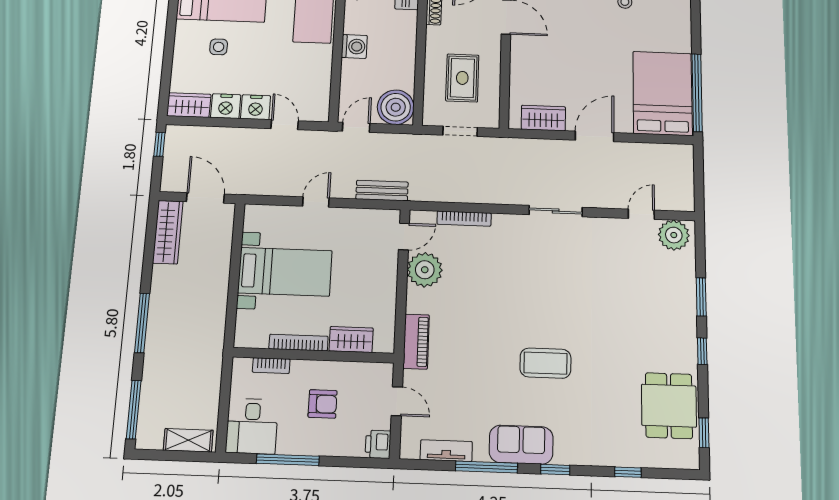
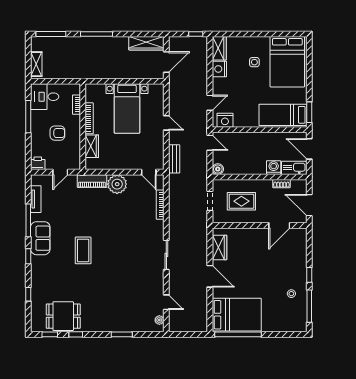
washing machine: (354, 46) -> (274, 168), moved, turned 180
nightstand: (256, 107) -> (225, 120), moved, turned -90
boiler: (396, 107) -> (218, 169), width x0.54, depth x0.54
plant: (674, 235) -> (159, 320), width x0.53, depth x0.53
plant: (425, 270) -> (117, 184), moved
window: (702, 351) -> (76, 334), moved
armchair: (323, 404) -> (57, 133), turned -90

